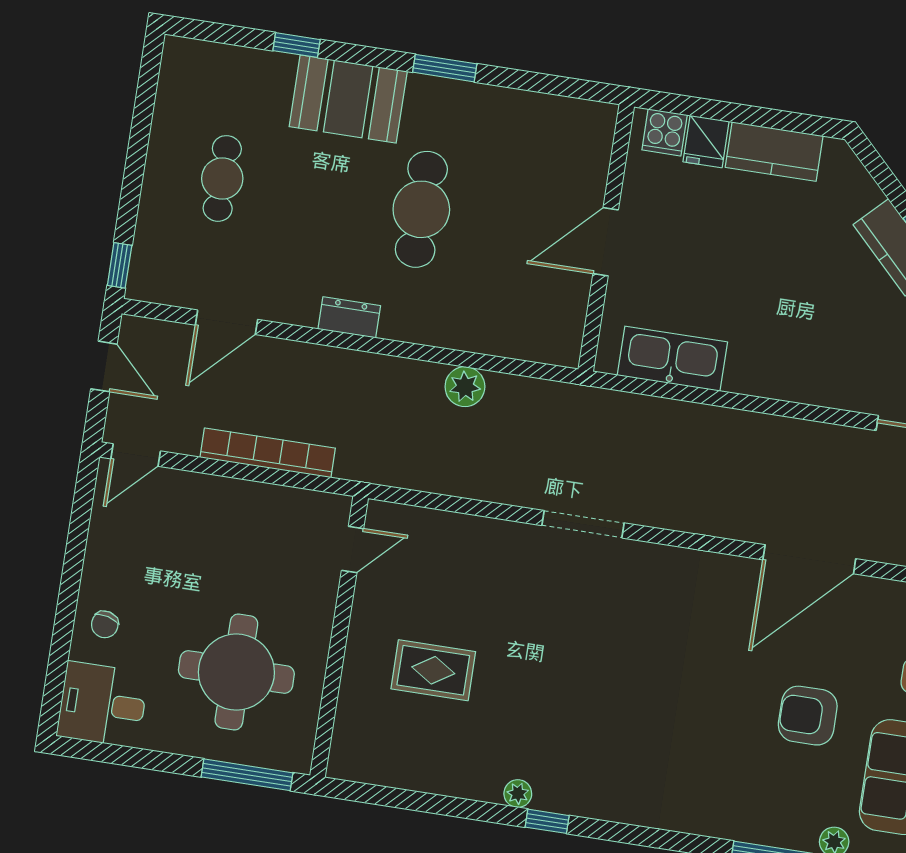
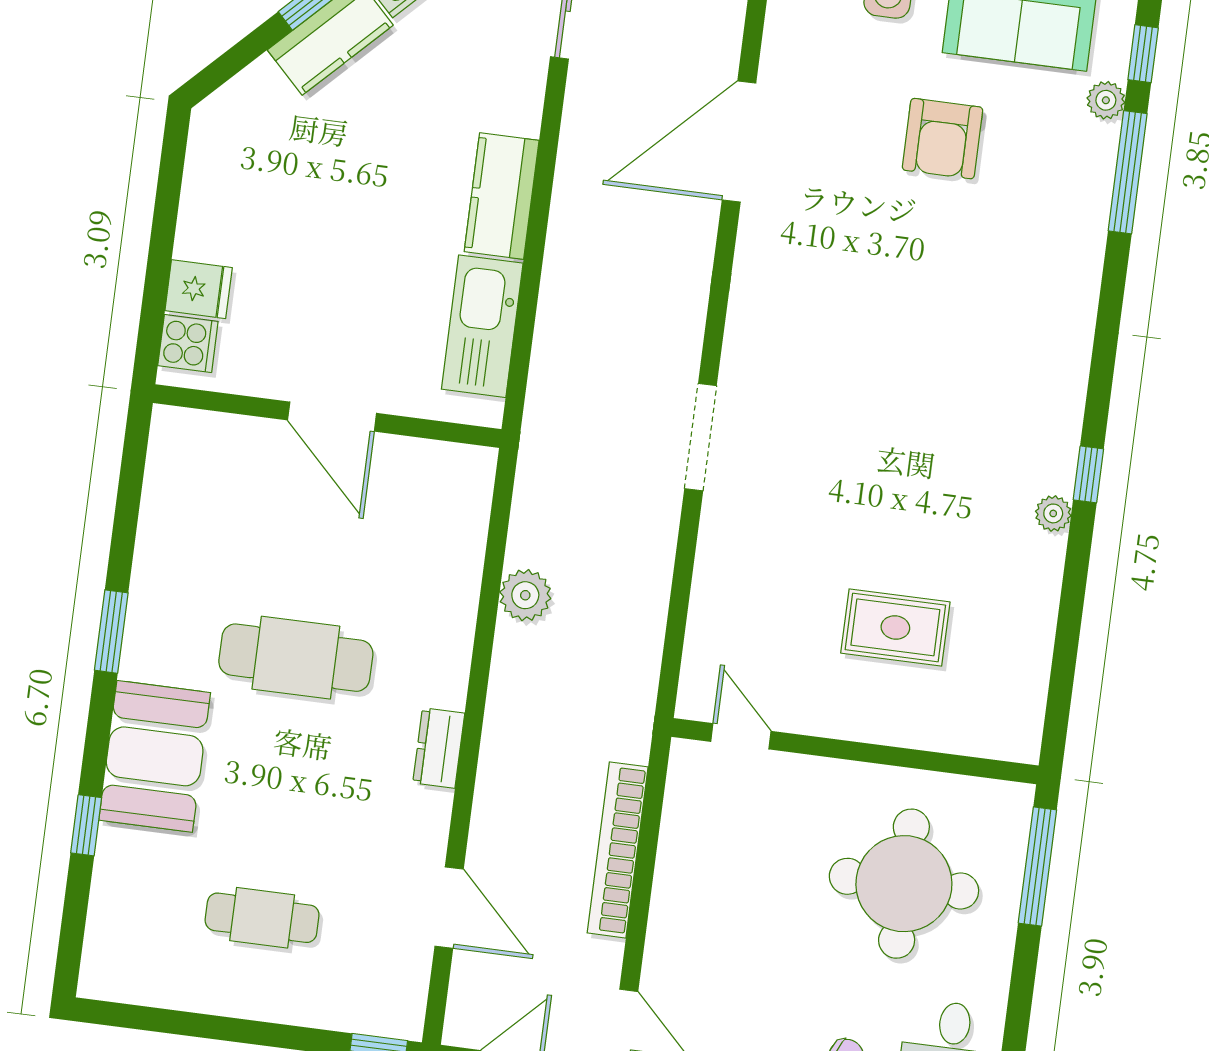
kitchen counter: (774, 152) -> (502, 196), moved, turned 180
door: (809, 559) -> (739, 142), swing flipped
rug: (433, 670) -> (895, 627), turned 90

